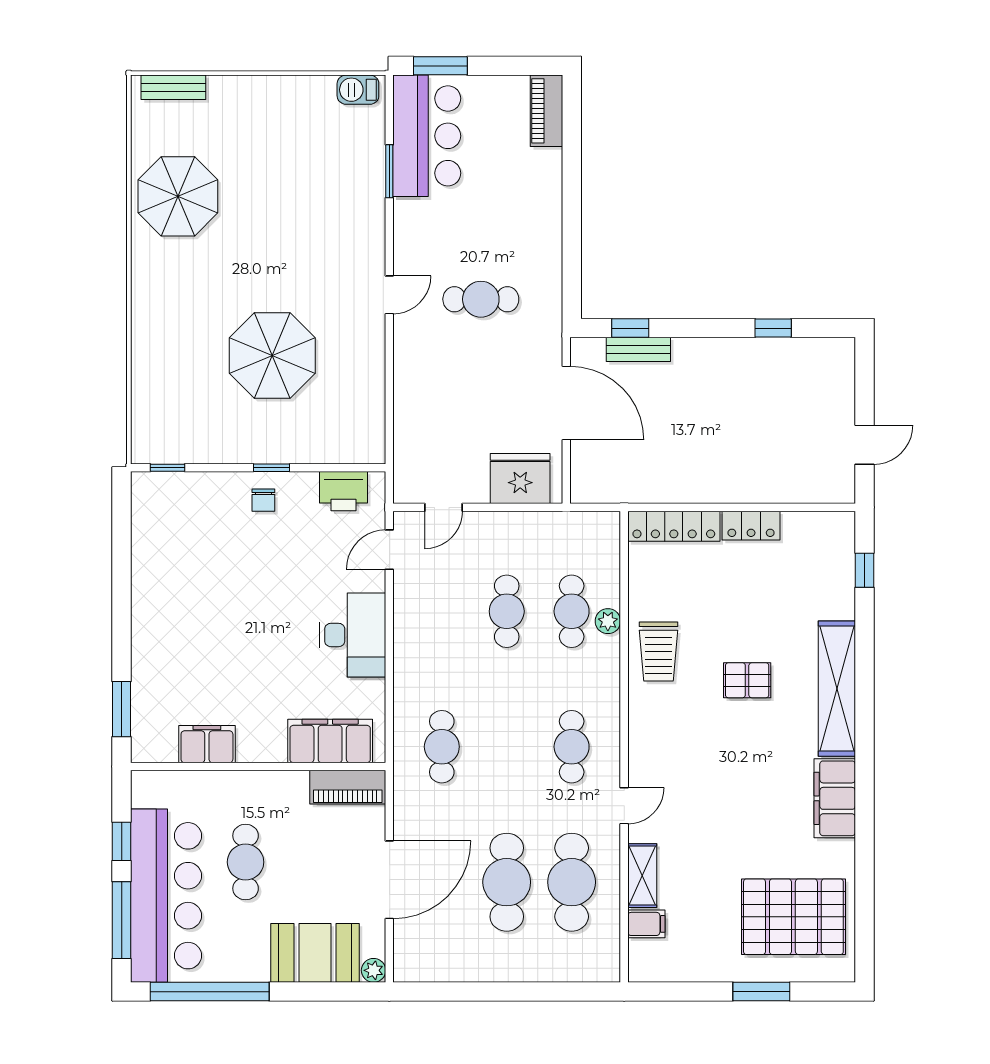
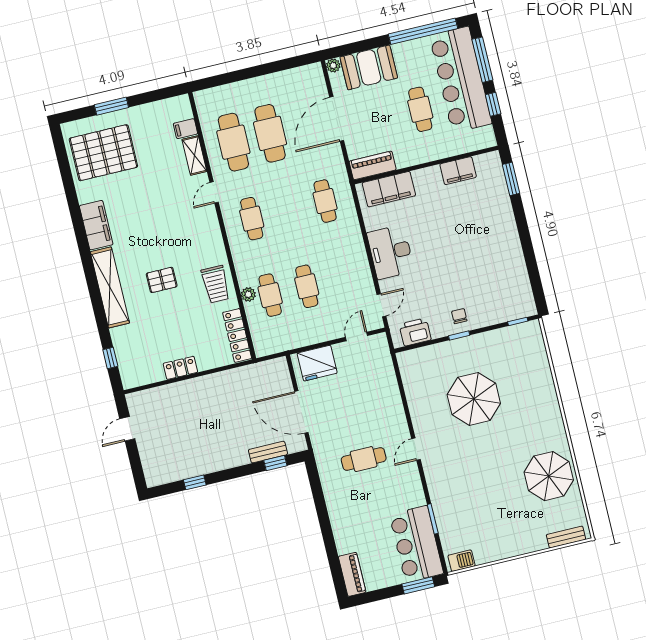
locker: (674, 526) -> (237, 335), moved, turned -90
trolley: (658, 651) -> (216, 284), turned 180

